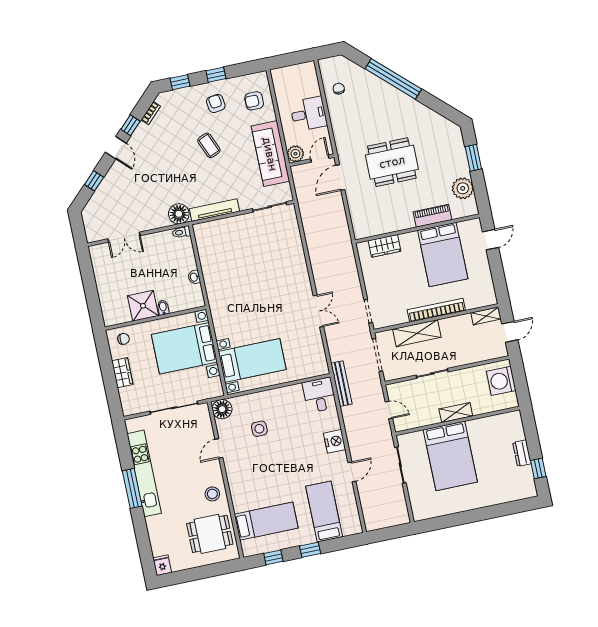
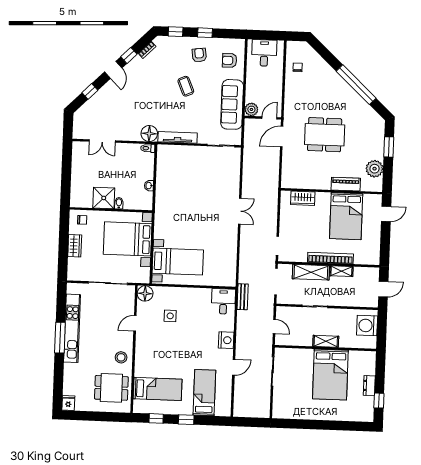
window: (393, 79) -> (356, 85), moved
desk: (309, 114) -> (264, 53), moved, turned -90
double door: (318, 311) -> (240, 211), moved
shelving: (486, 316) -> (341, 271), moved
bench: (341, 384) -> (243, 297), width x0.73
bed: (450, 456) -> (330, 375), moved

